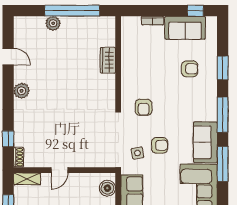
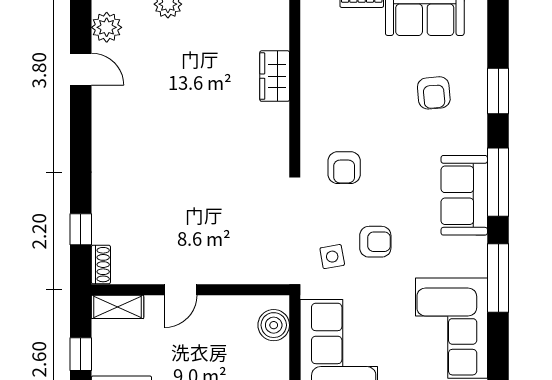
armchair: (190, 69) -> (434, 93), turned 85
plant: (22, 91) -> (107, 27), moved
sofa: (205, 142) -> (464, 195), moved

